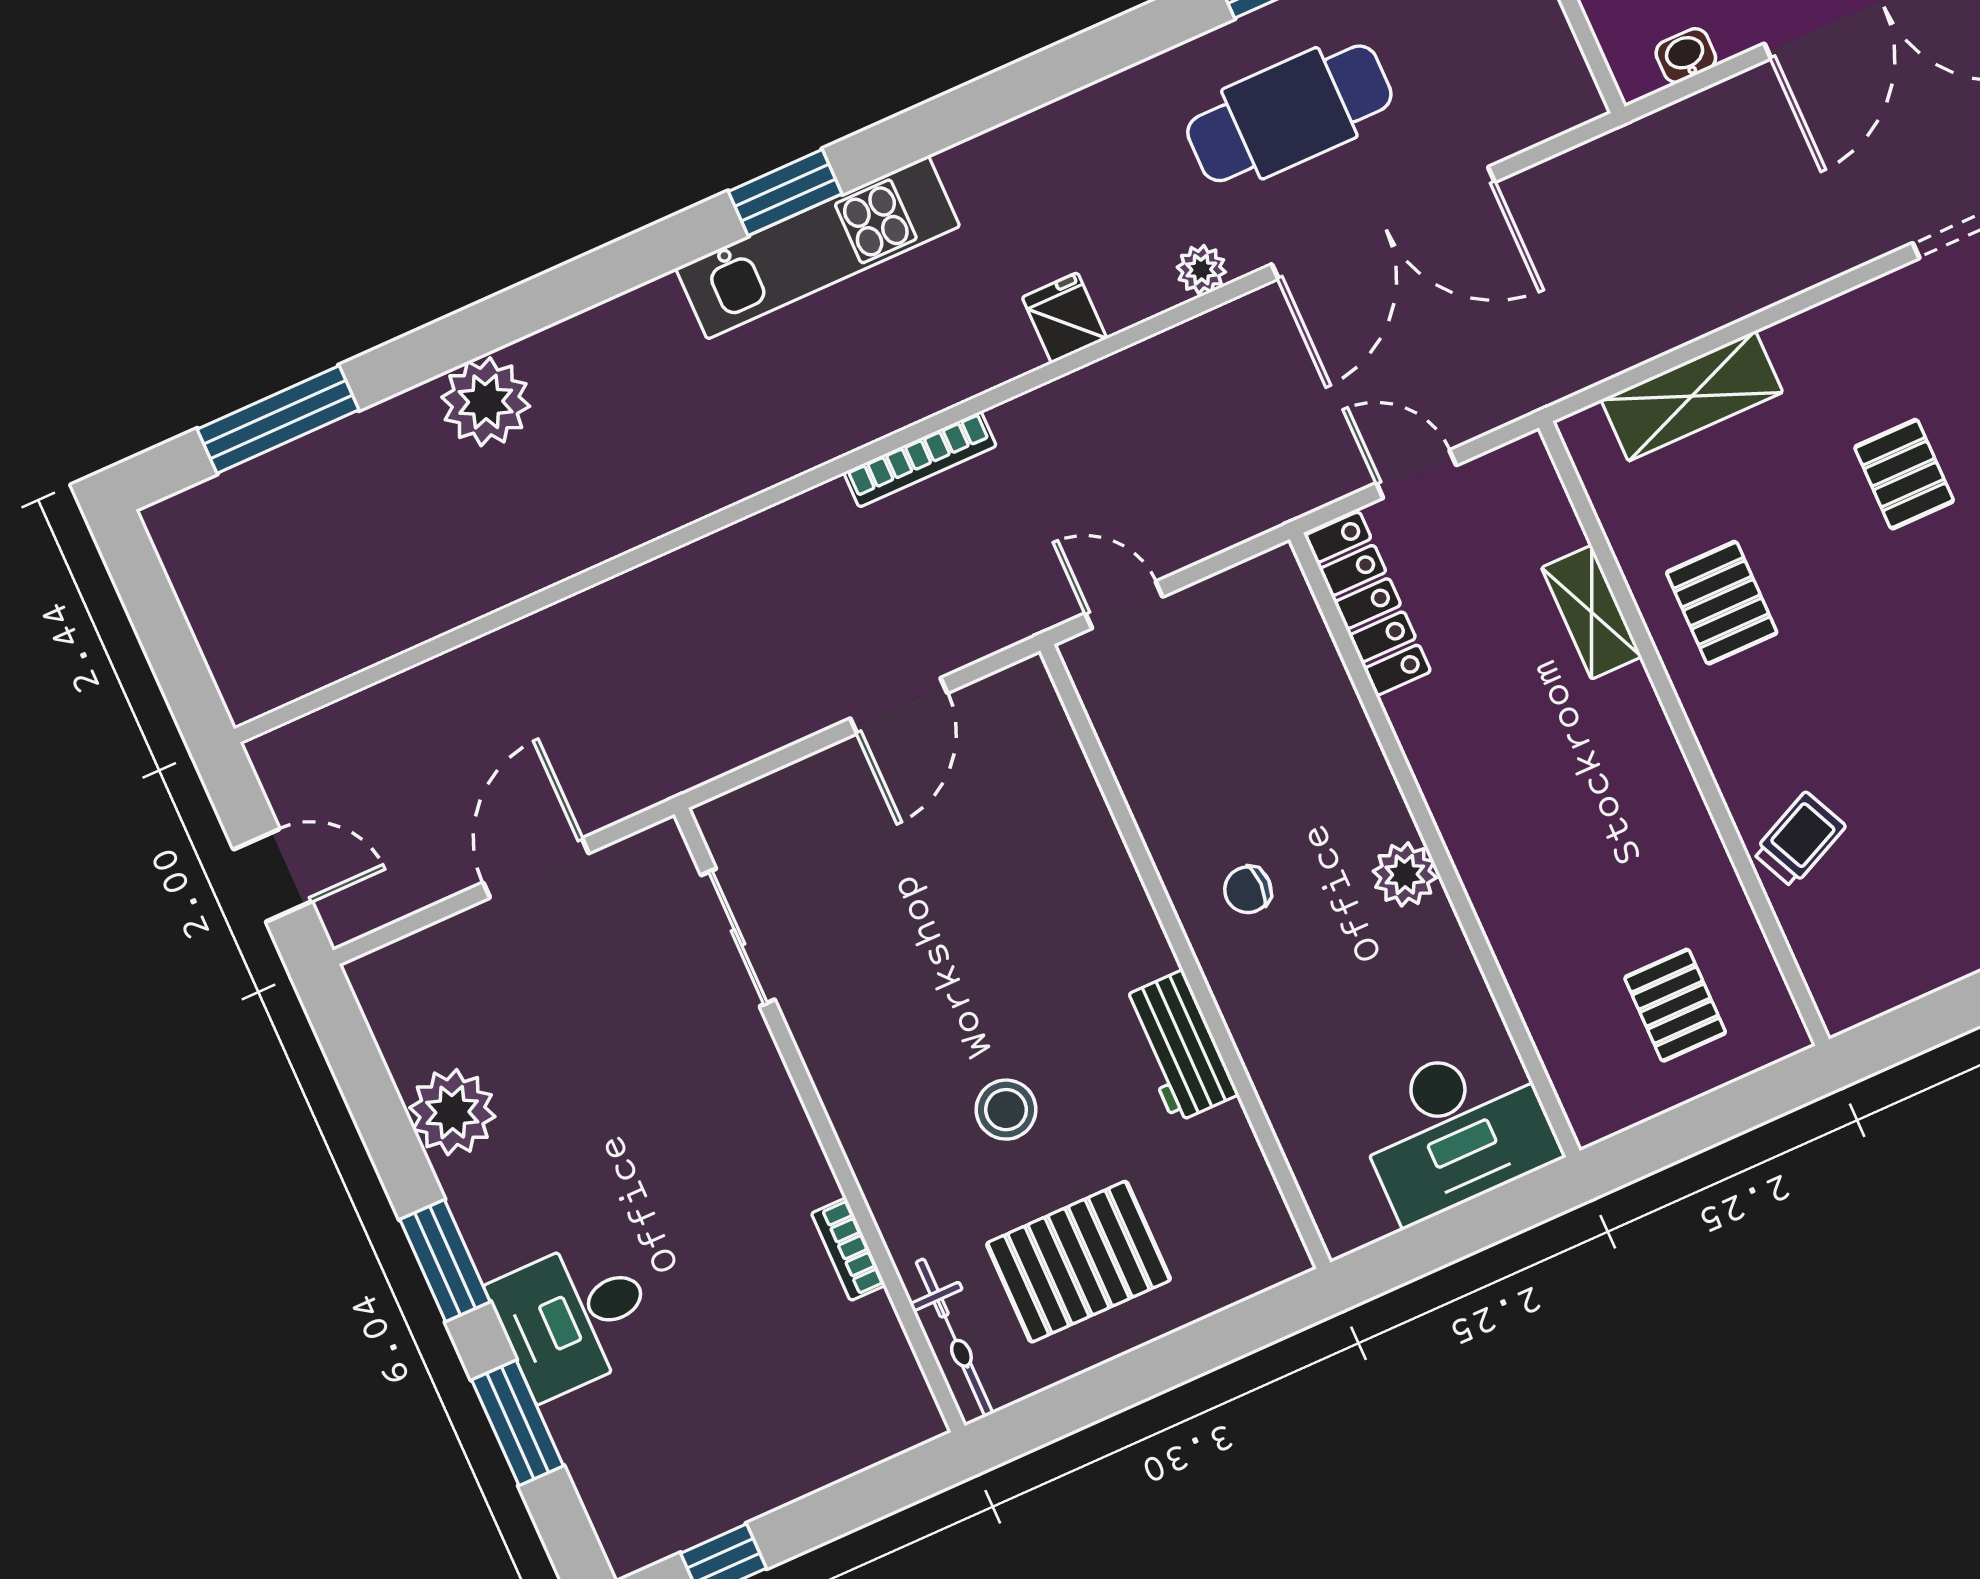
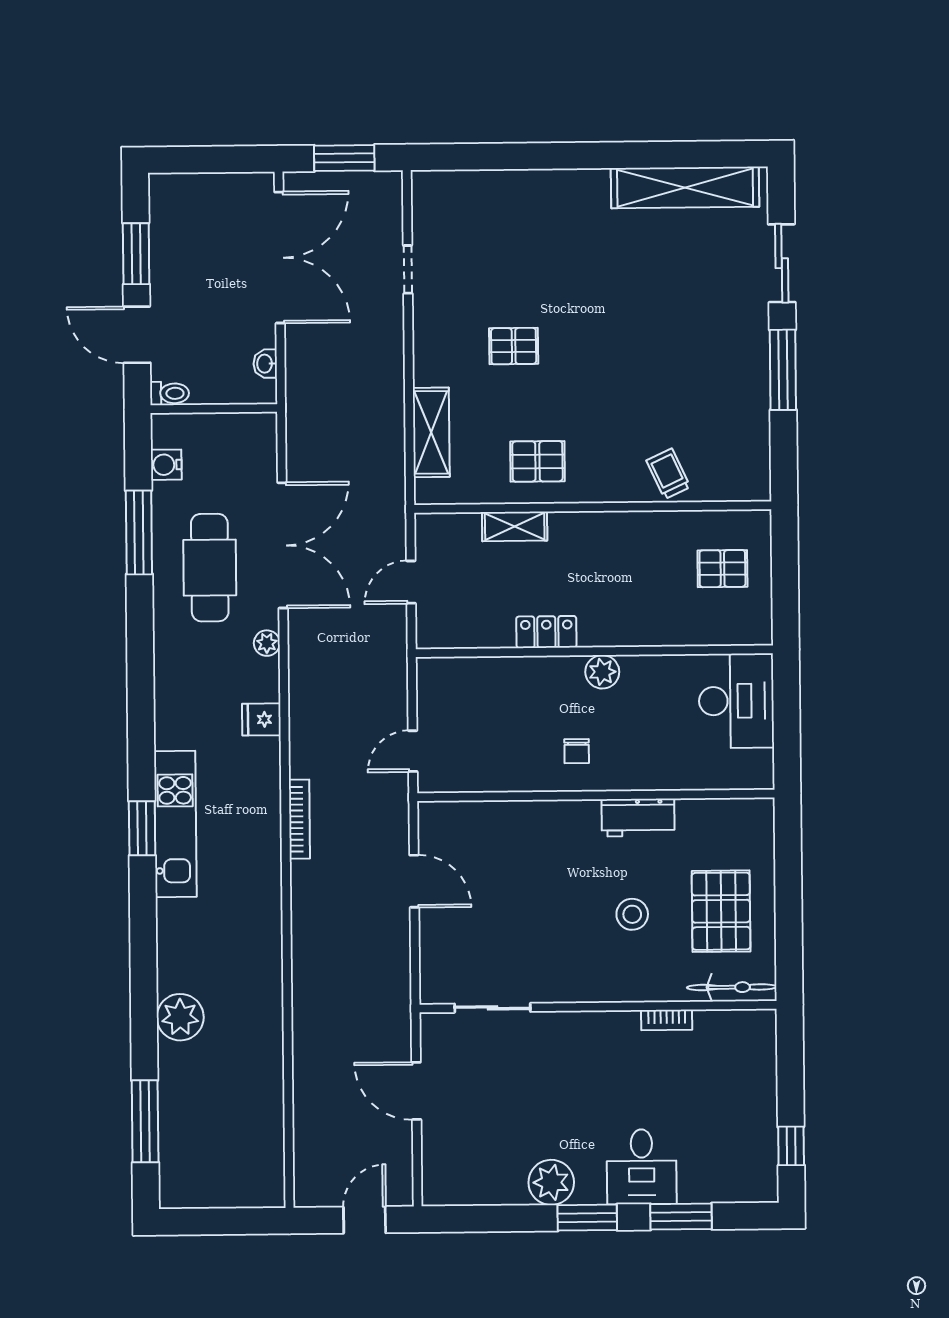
locker: (1368, 604) -> (546, 632), moved, width x0.66
plant: (452, 1112) -> (551, 1182), moved

